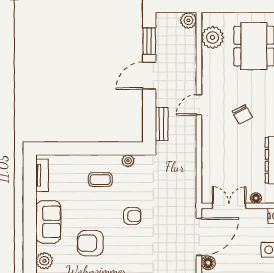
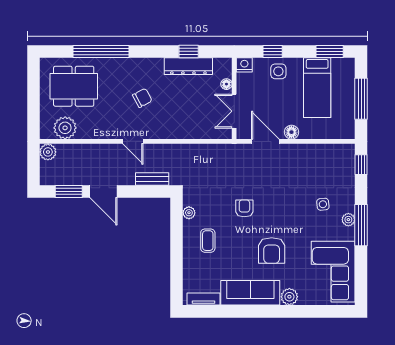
sofa: (48, 222) -> (250, 293), width x1.36
door: (199, 237) -> (265, 141), width x0.73

